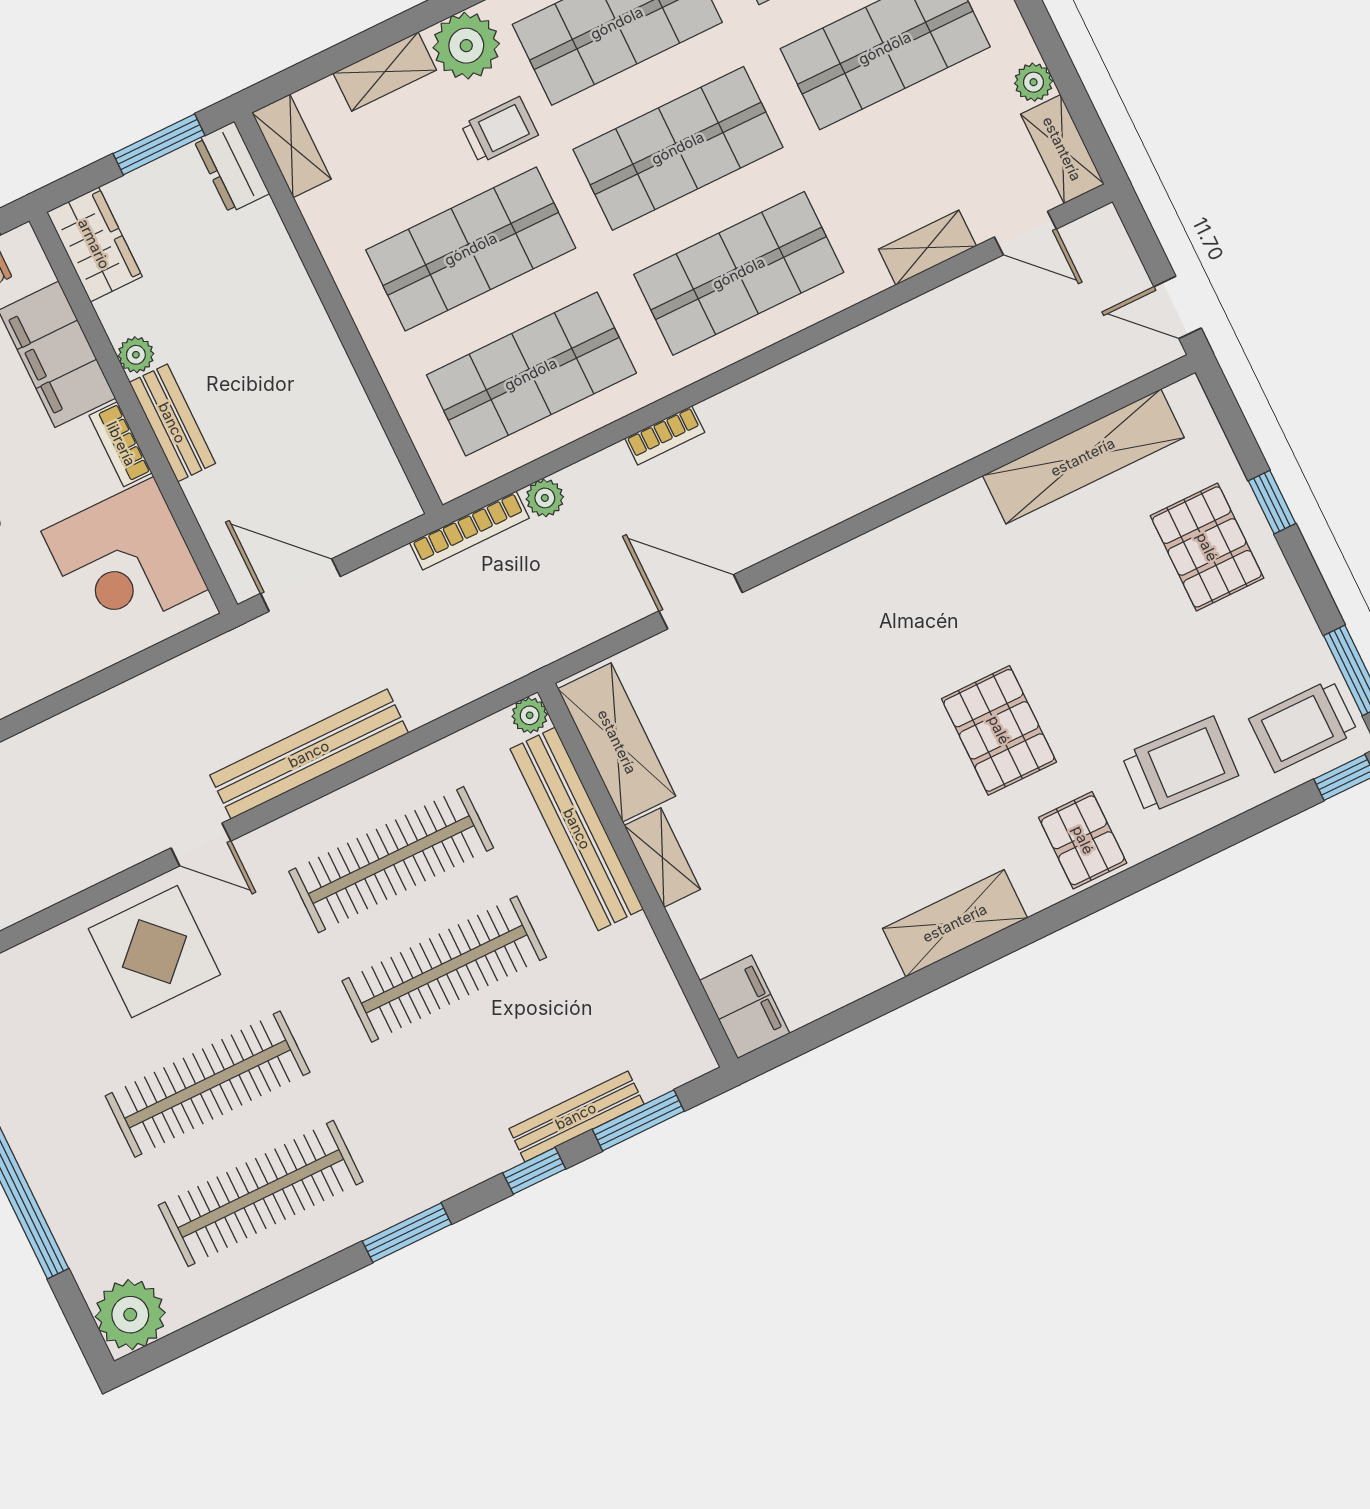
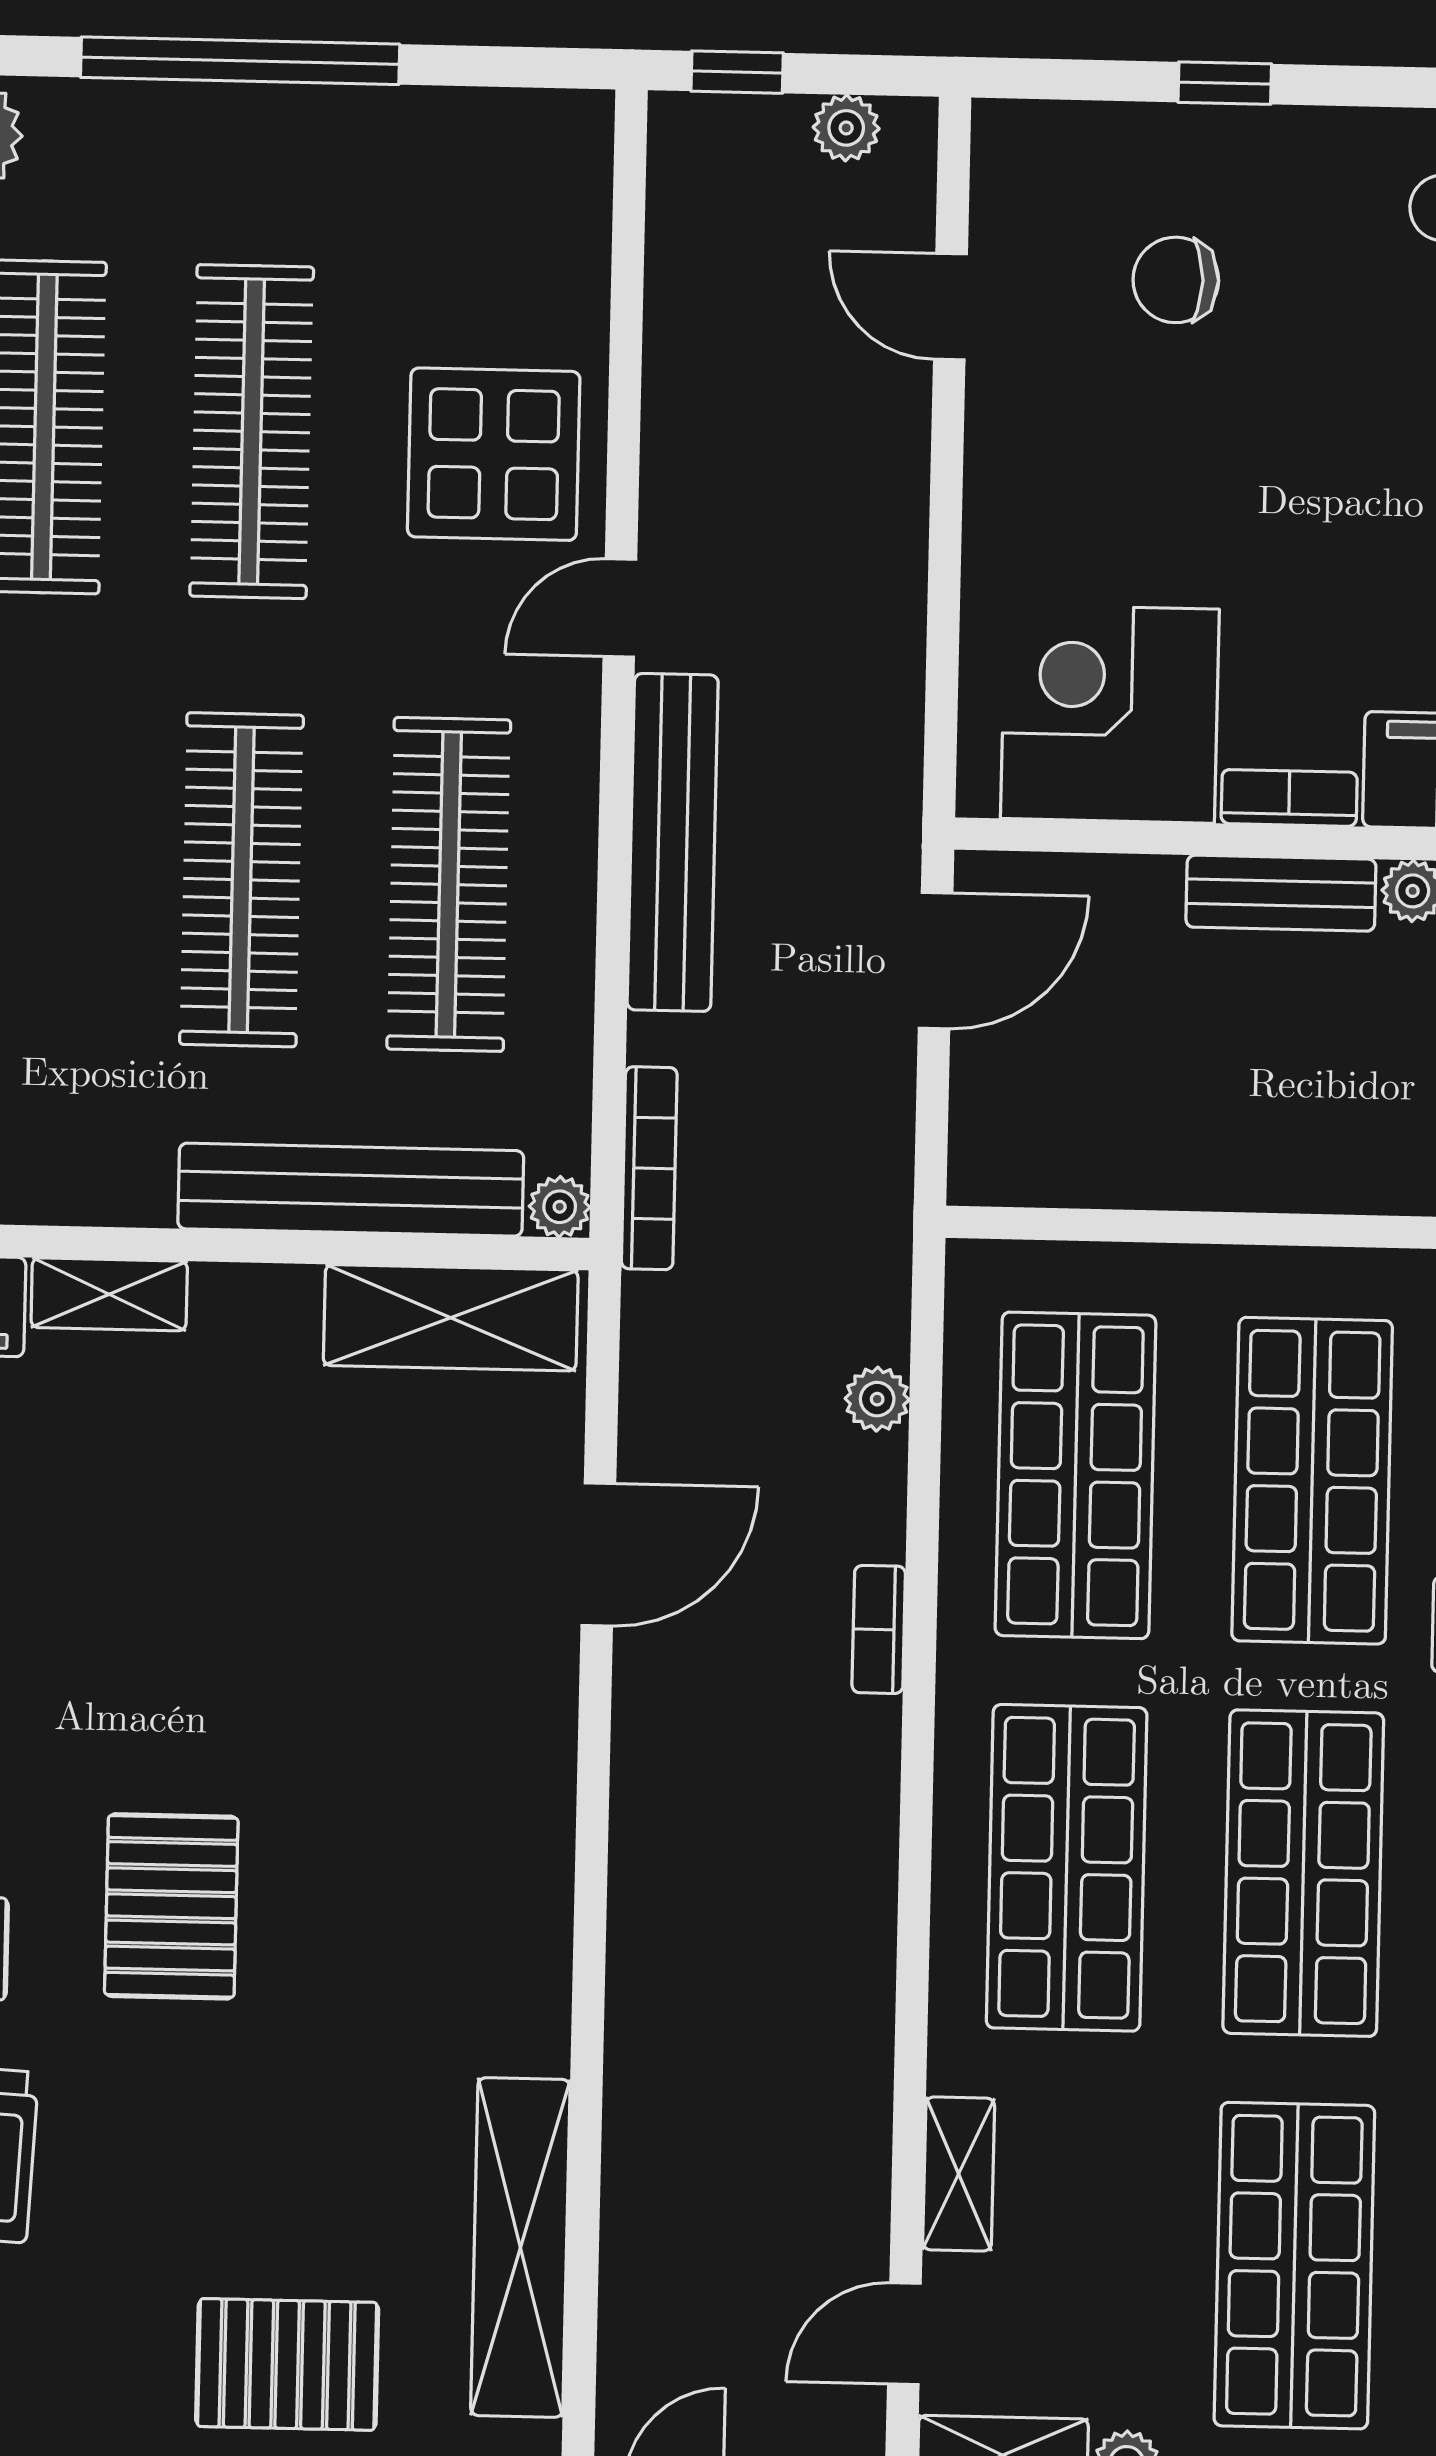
bookcase: (469, 530) -> (649, 1168), moved, turned 180
pallet: (999, 730) -> (171, 1906), turned 90
shelving: (662, 857) -> (109, 1294), moved

